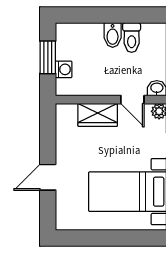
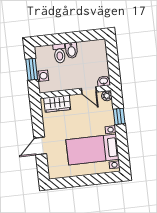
toilet: (132, 38) -> (60, 53), moved
wardrobe: (98, 115) -> (57, 104), moved

